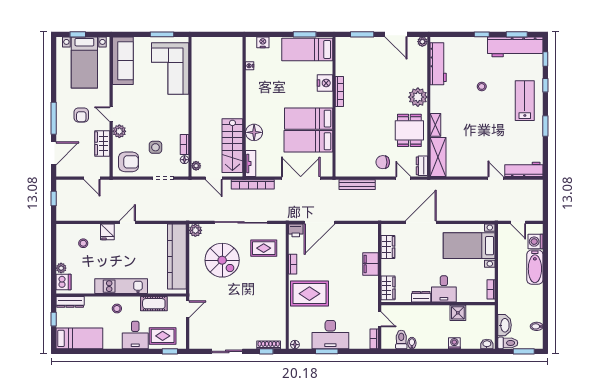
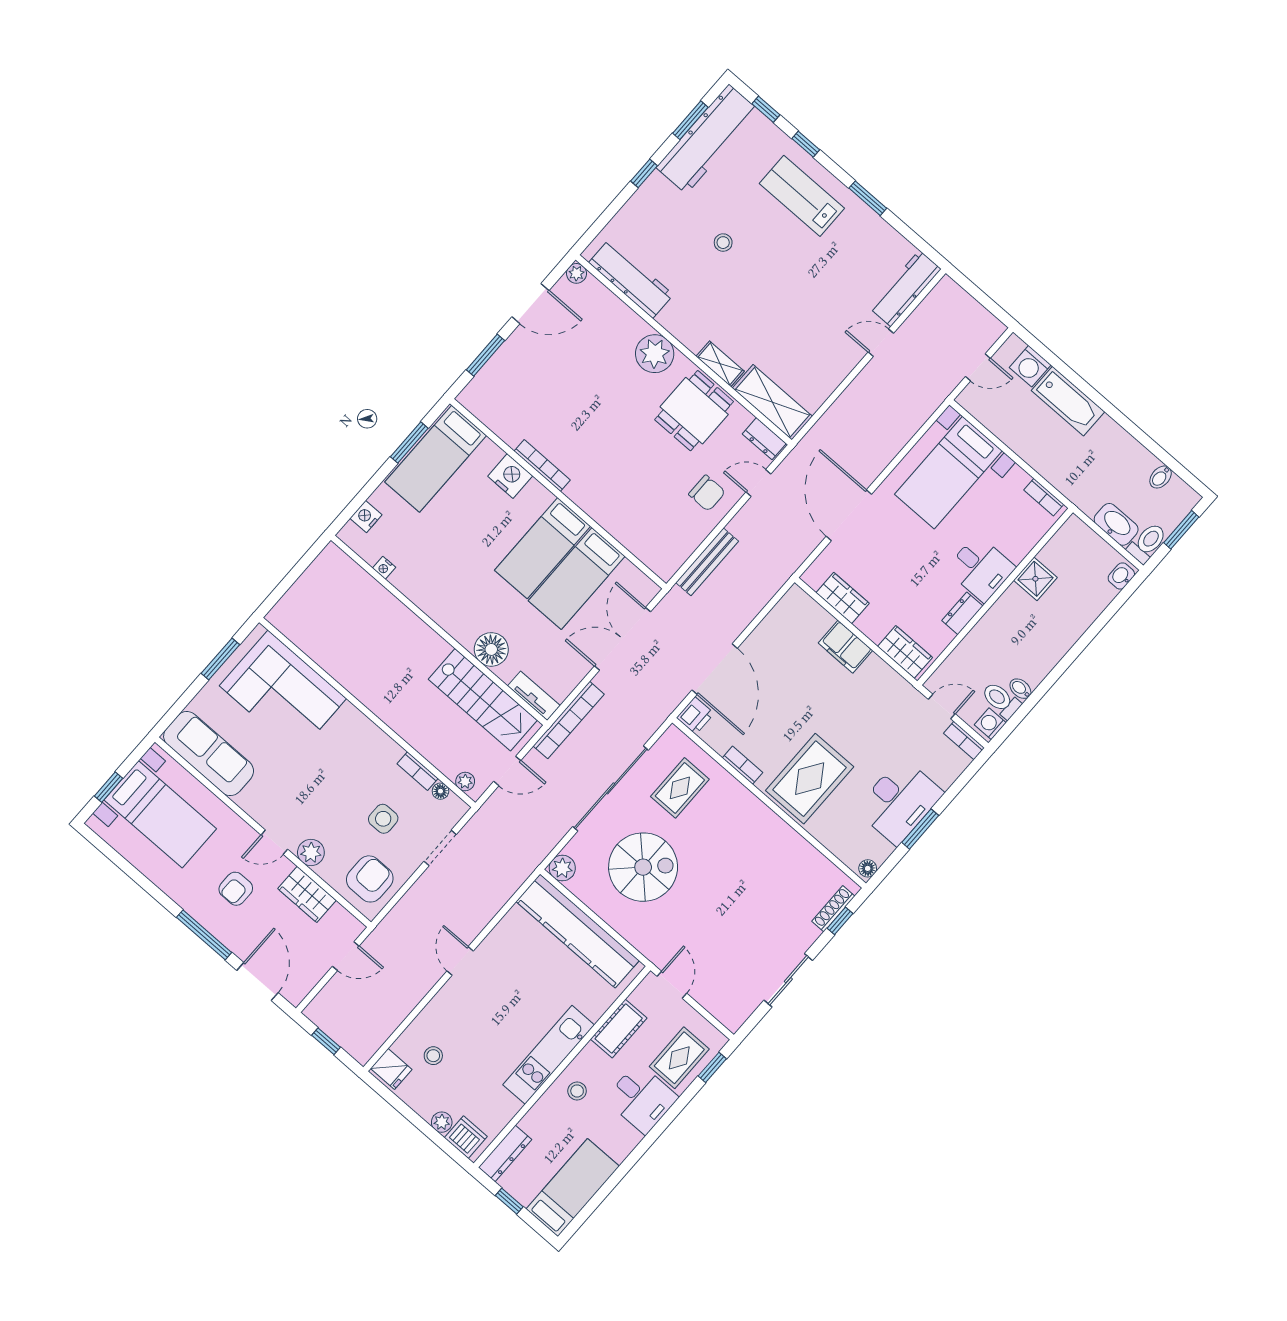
armchair: (81, 115) -> (236, 889), turned 90
dining table: (409, 130) -> (694, 411), turned 90
chair: (383, 162) -> (707, 493), turned -90
fridge: (107, 232) -> (391, 1069), moved
washing machine: (454, 343) -> (990, 724), moved

